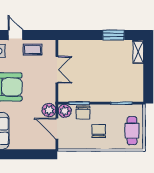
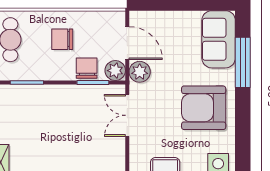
double door: (57, 70) -> (127, 115), moved
chair: (99, 131) -> (62, 39), turned 90

